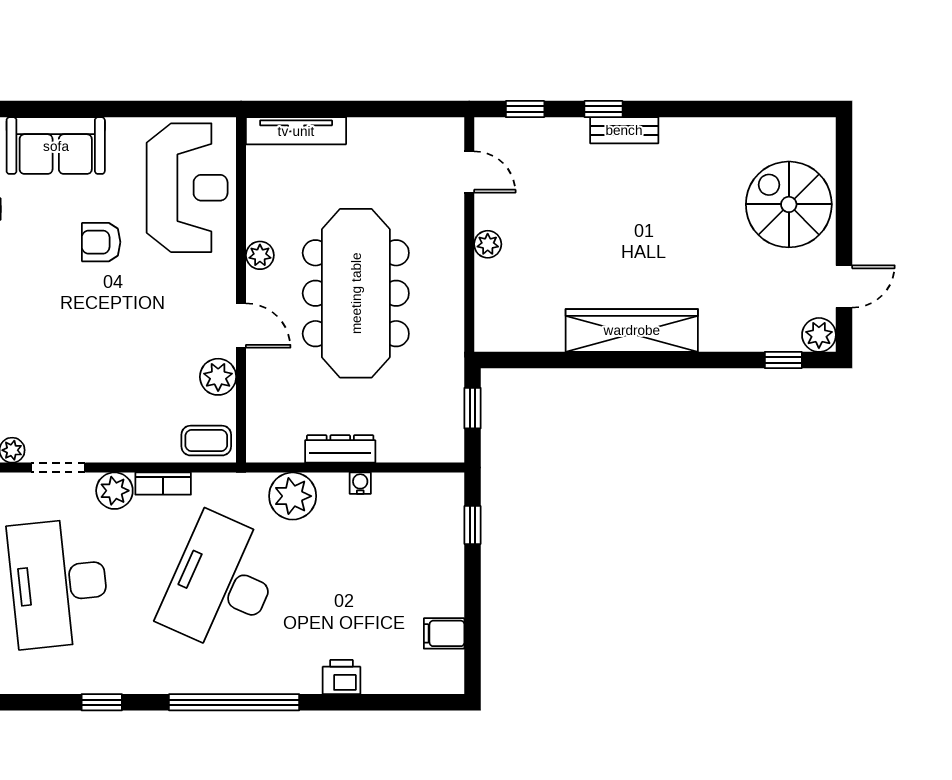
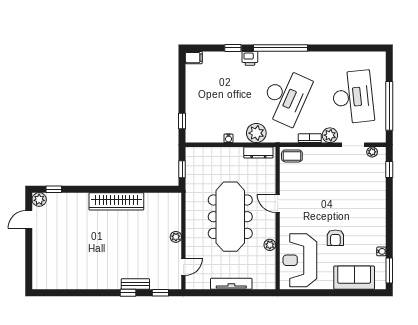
bench: (624, 130) -> (135, 284), moved
tv unit: (296, 131) -> (231, 284), moved
door: (469, 172) -> (183, 267), swing flipped
spiral stairs: (789, 204) -> (52, 253), removed
armchair: (101, 242) -> (335, 238), turned 90
plant: (260, 255) -> (270, 245), moved
plant: (218, 377) -> (287, 182), removed
dresser: (340, 449) -> (258, 152), moved
filing cabinet: (444, 633) -> (194, 58), moved
printer: (342, 677) -> (250, 58), moved
window: (102, 702) -> (233, 48), moved

